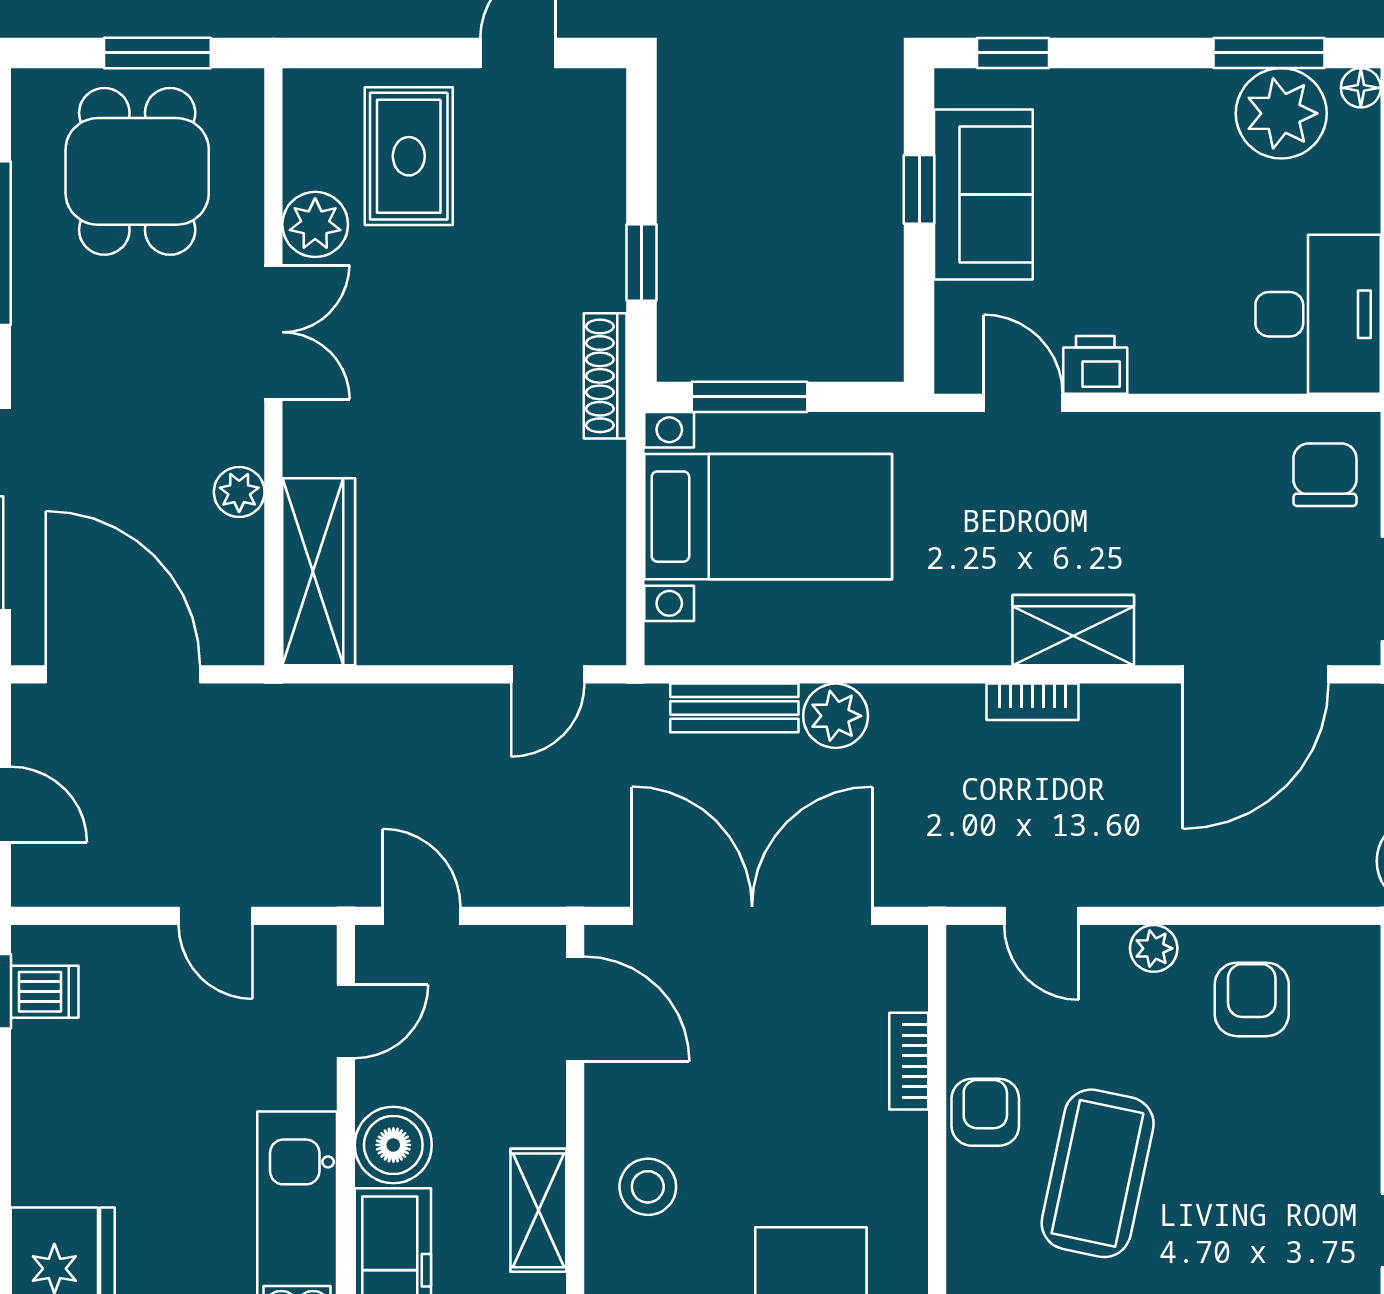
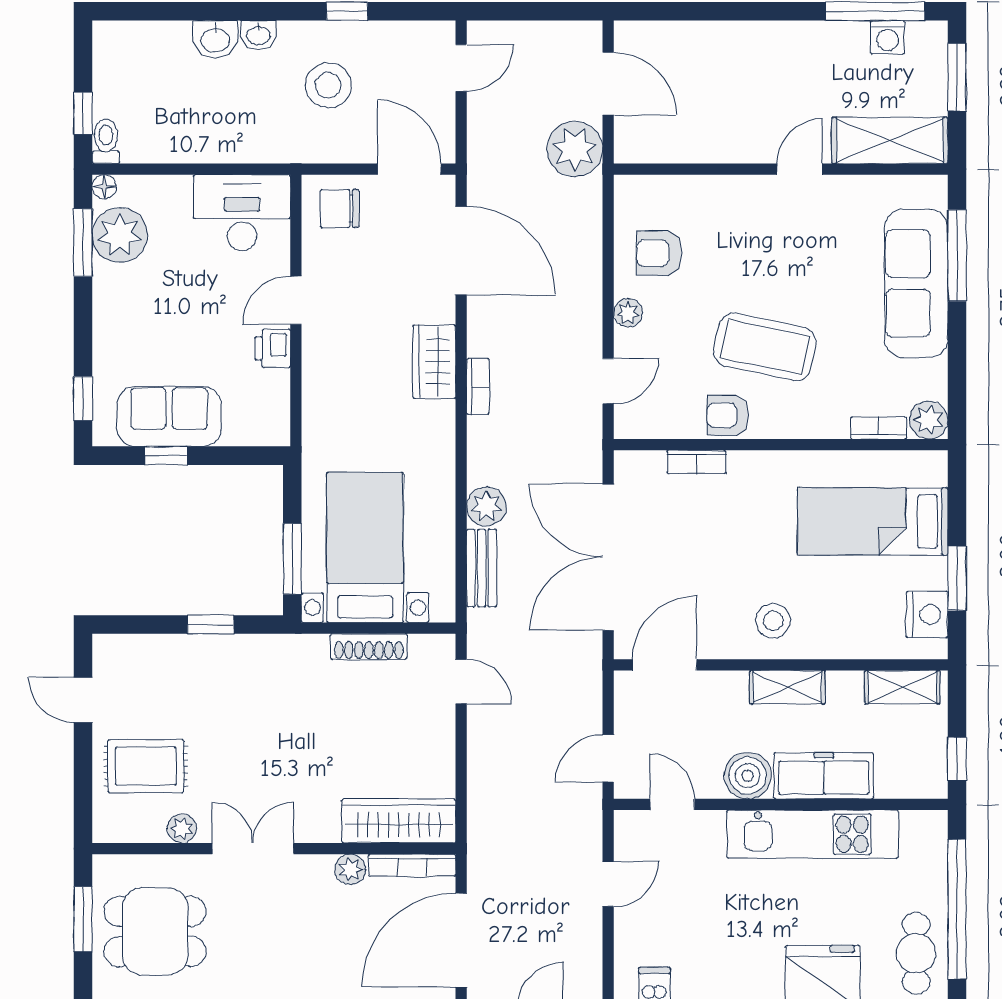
plant: (315, 224) -> (182, 829), width x0.73, depth x0.73
shoe rack: (605, 376) -> (369, 647), moved
door: (1023, 403) -> (296, 300), moved
bookcase: (246, 594) -> (412, 865), added

